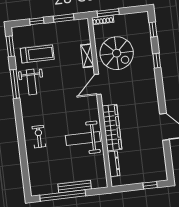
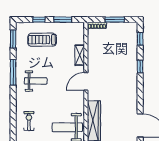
window: (108, 13) -> (115, 20), moved
spiral stairs: (117, 53) -> (106, 56), removed
treadmill: (37, 54) -> (42, 40), moved, turned 180
weight bench: (31, 82) -> (36, 81), moved, turned -90

